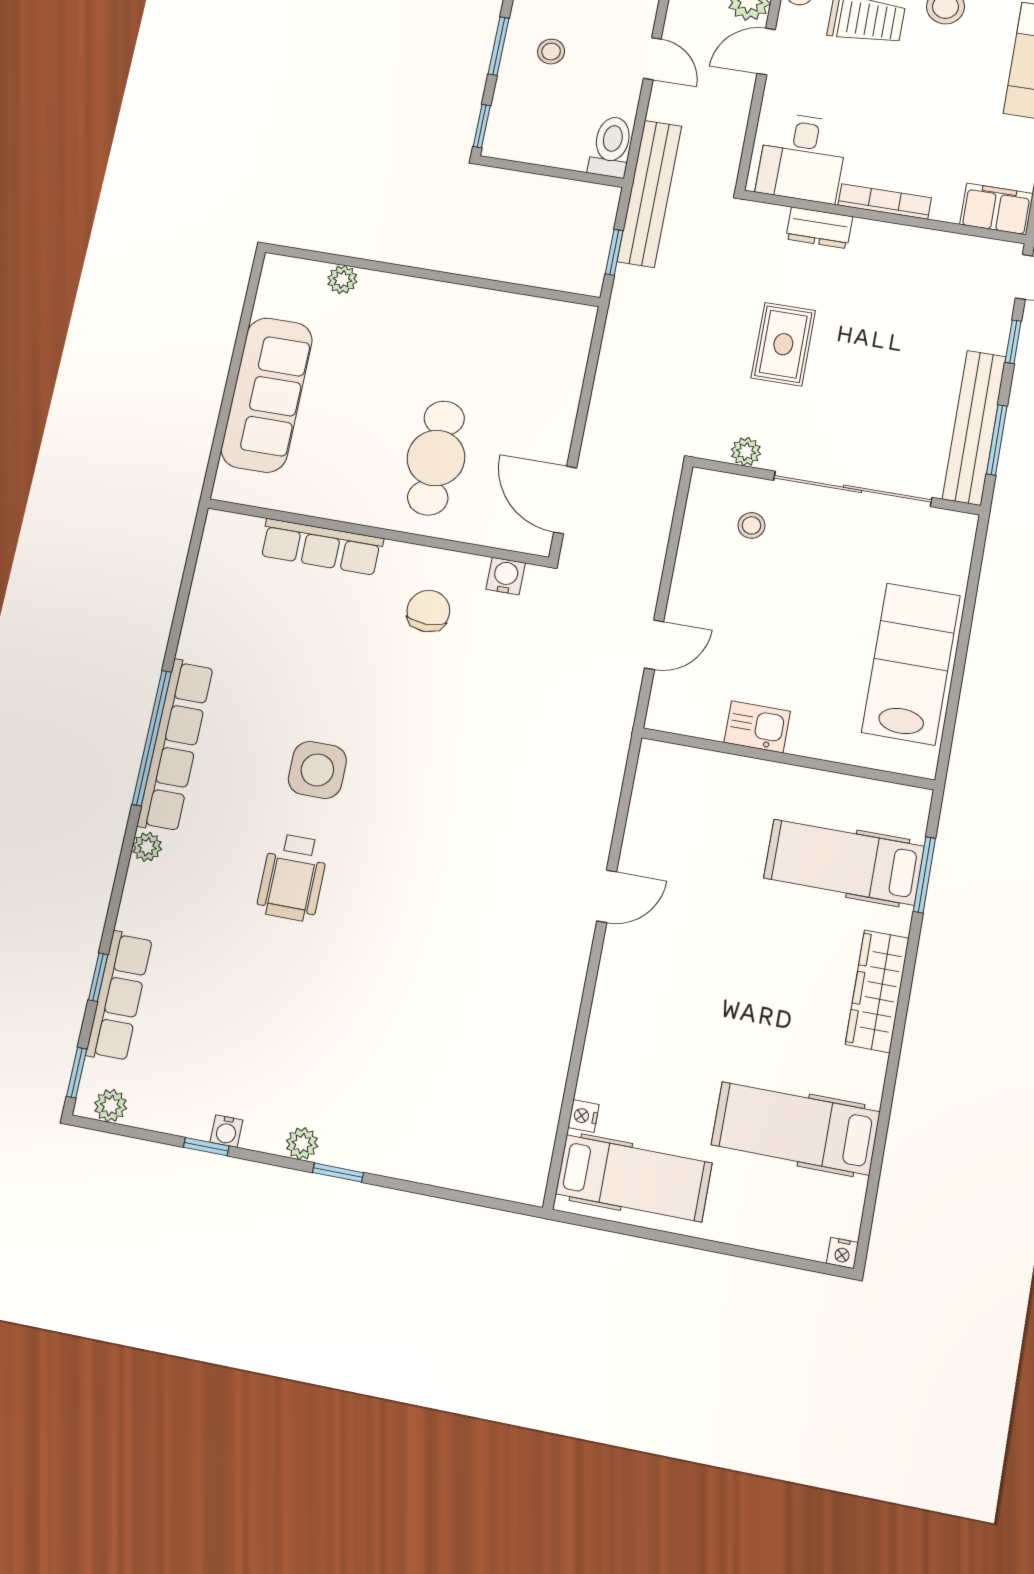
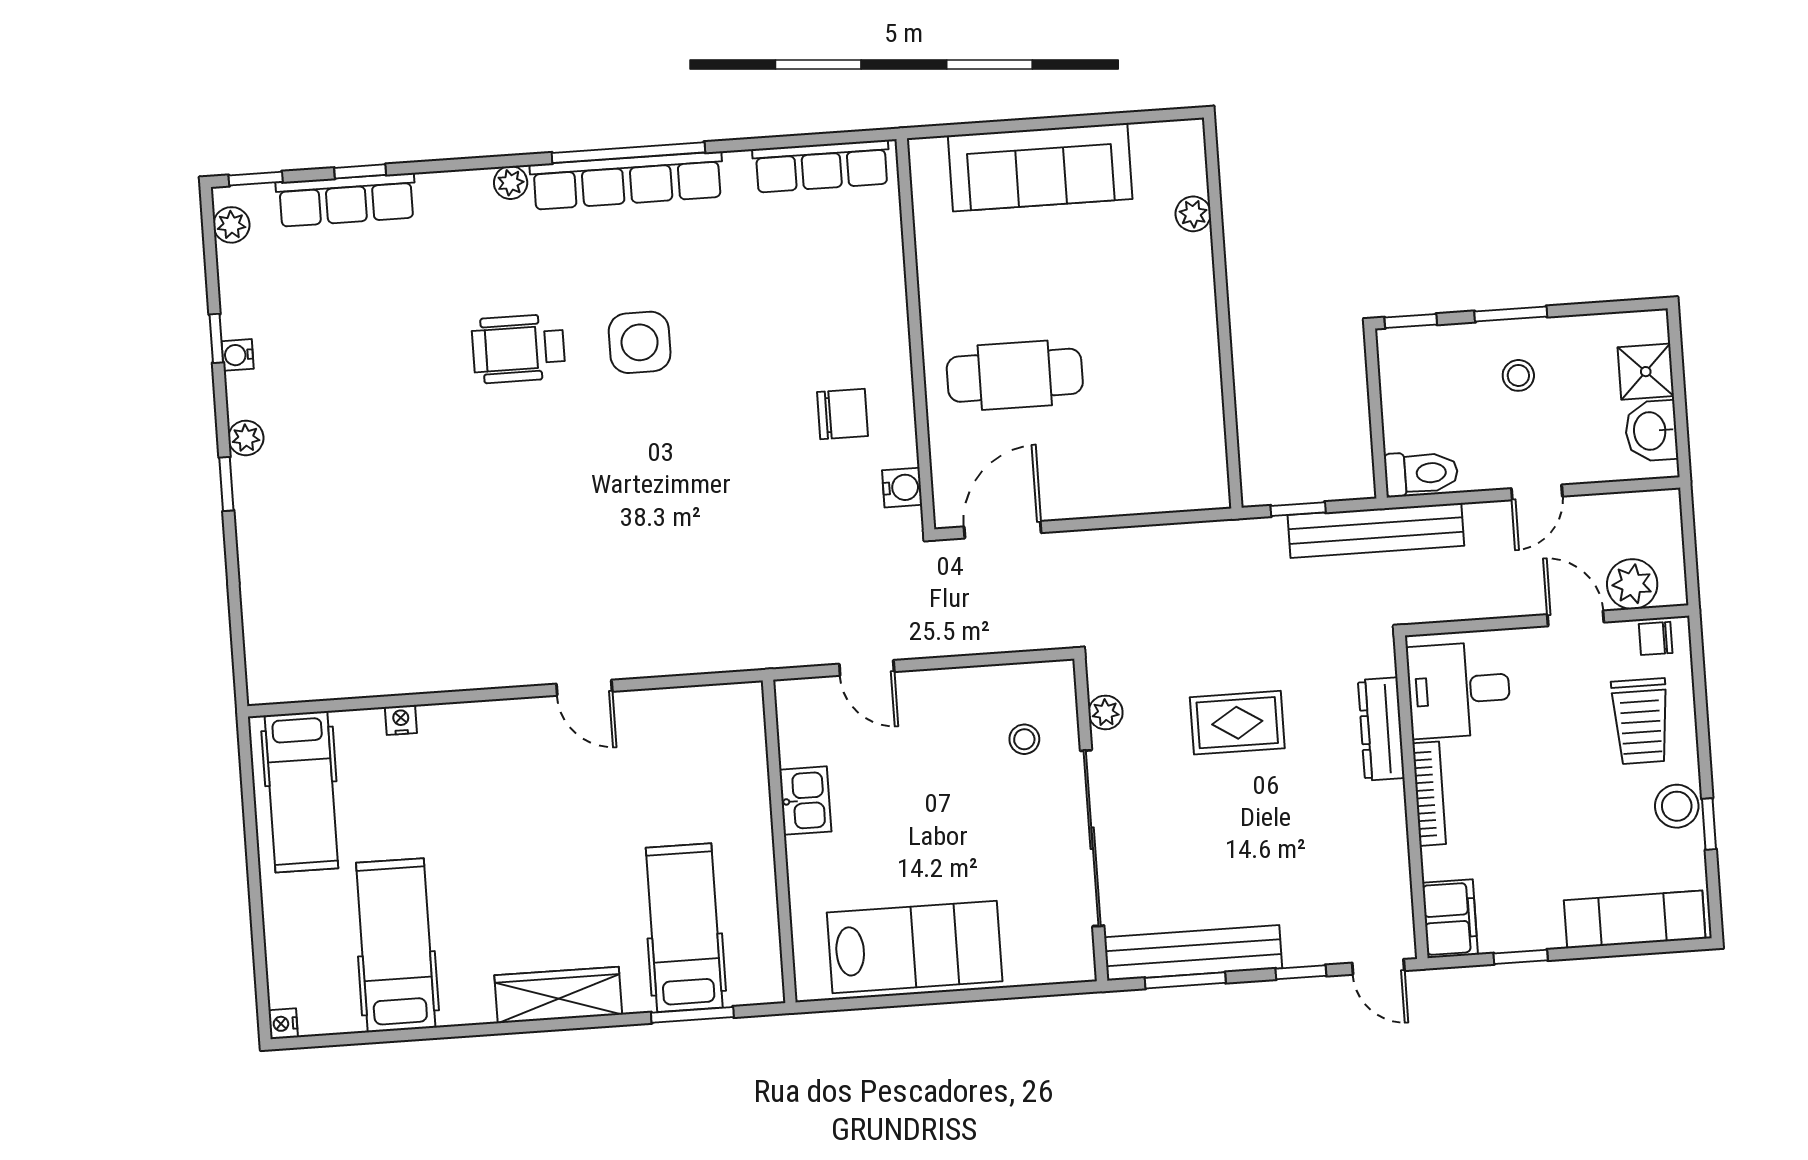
dresser: (819, 228) -> (1381, 729), width x1.44
row of seats: (321, 547) -> (821, 166), moved, turned -90
nightstand: (584, 1116) -> (401, 720), moved

